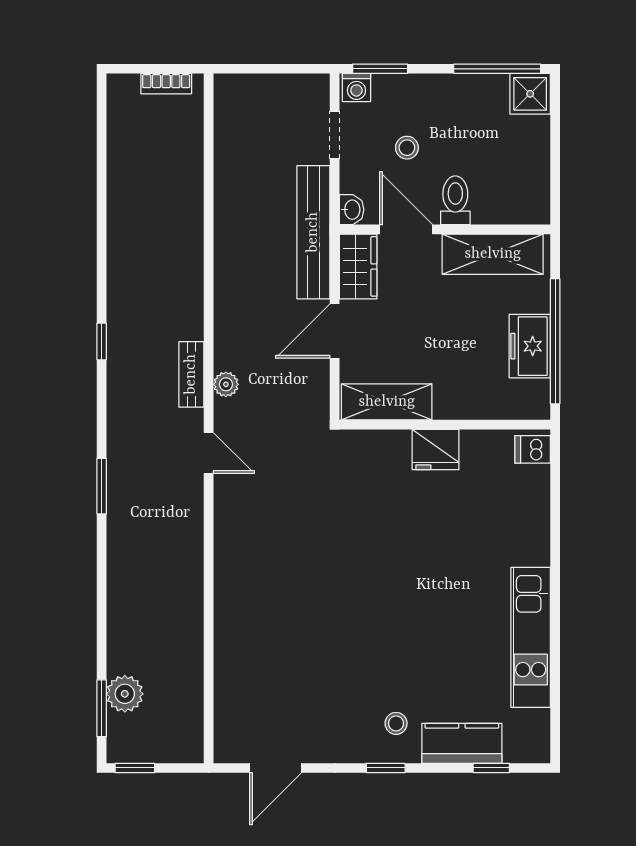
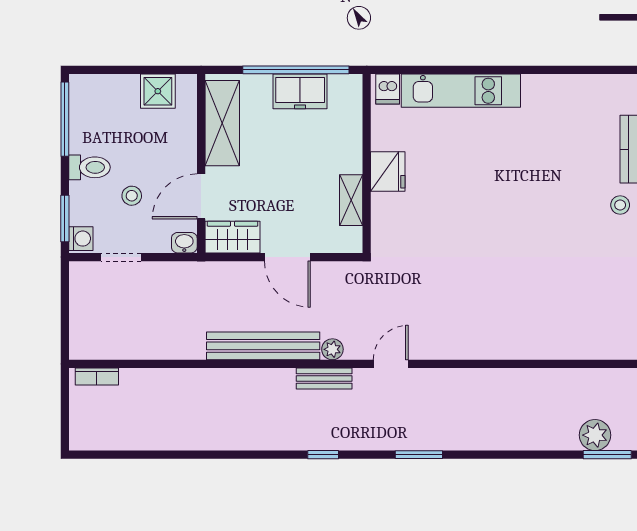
bookcase: (166, 84) -> (97, 377), moved, turned 90
shower: (530, 94) -> (158, 91), moved
toilet: (455, 200) -> (89, 167), moved, turned 180
bench: (313, 232) -> (263, 346), moved
window: (102, 342) -> (323, 455), moved
shelving: (387, 402) -> (351, 200), width x0.67, depth x0.75
kitchen unit: (531, 637) -> (461, 91), moved

